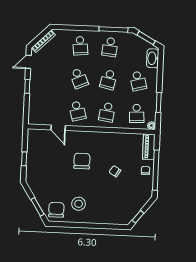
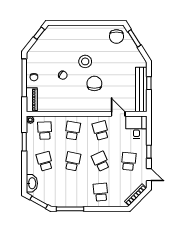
school desk: (110, 47) -> (129, 161), moved
door: (28, 62) -> (149, 175), hinge flipped
desk: (39, 113) -> (136, 127), added
bench: (32, 153) -> (141, 89), added
chair: (82, 161) -> (94, 83), turned 180
stool: (79, 204) -> (85, 61), moved

